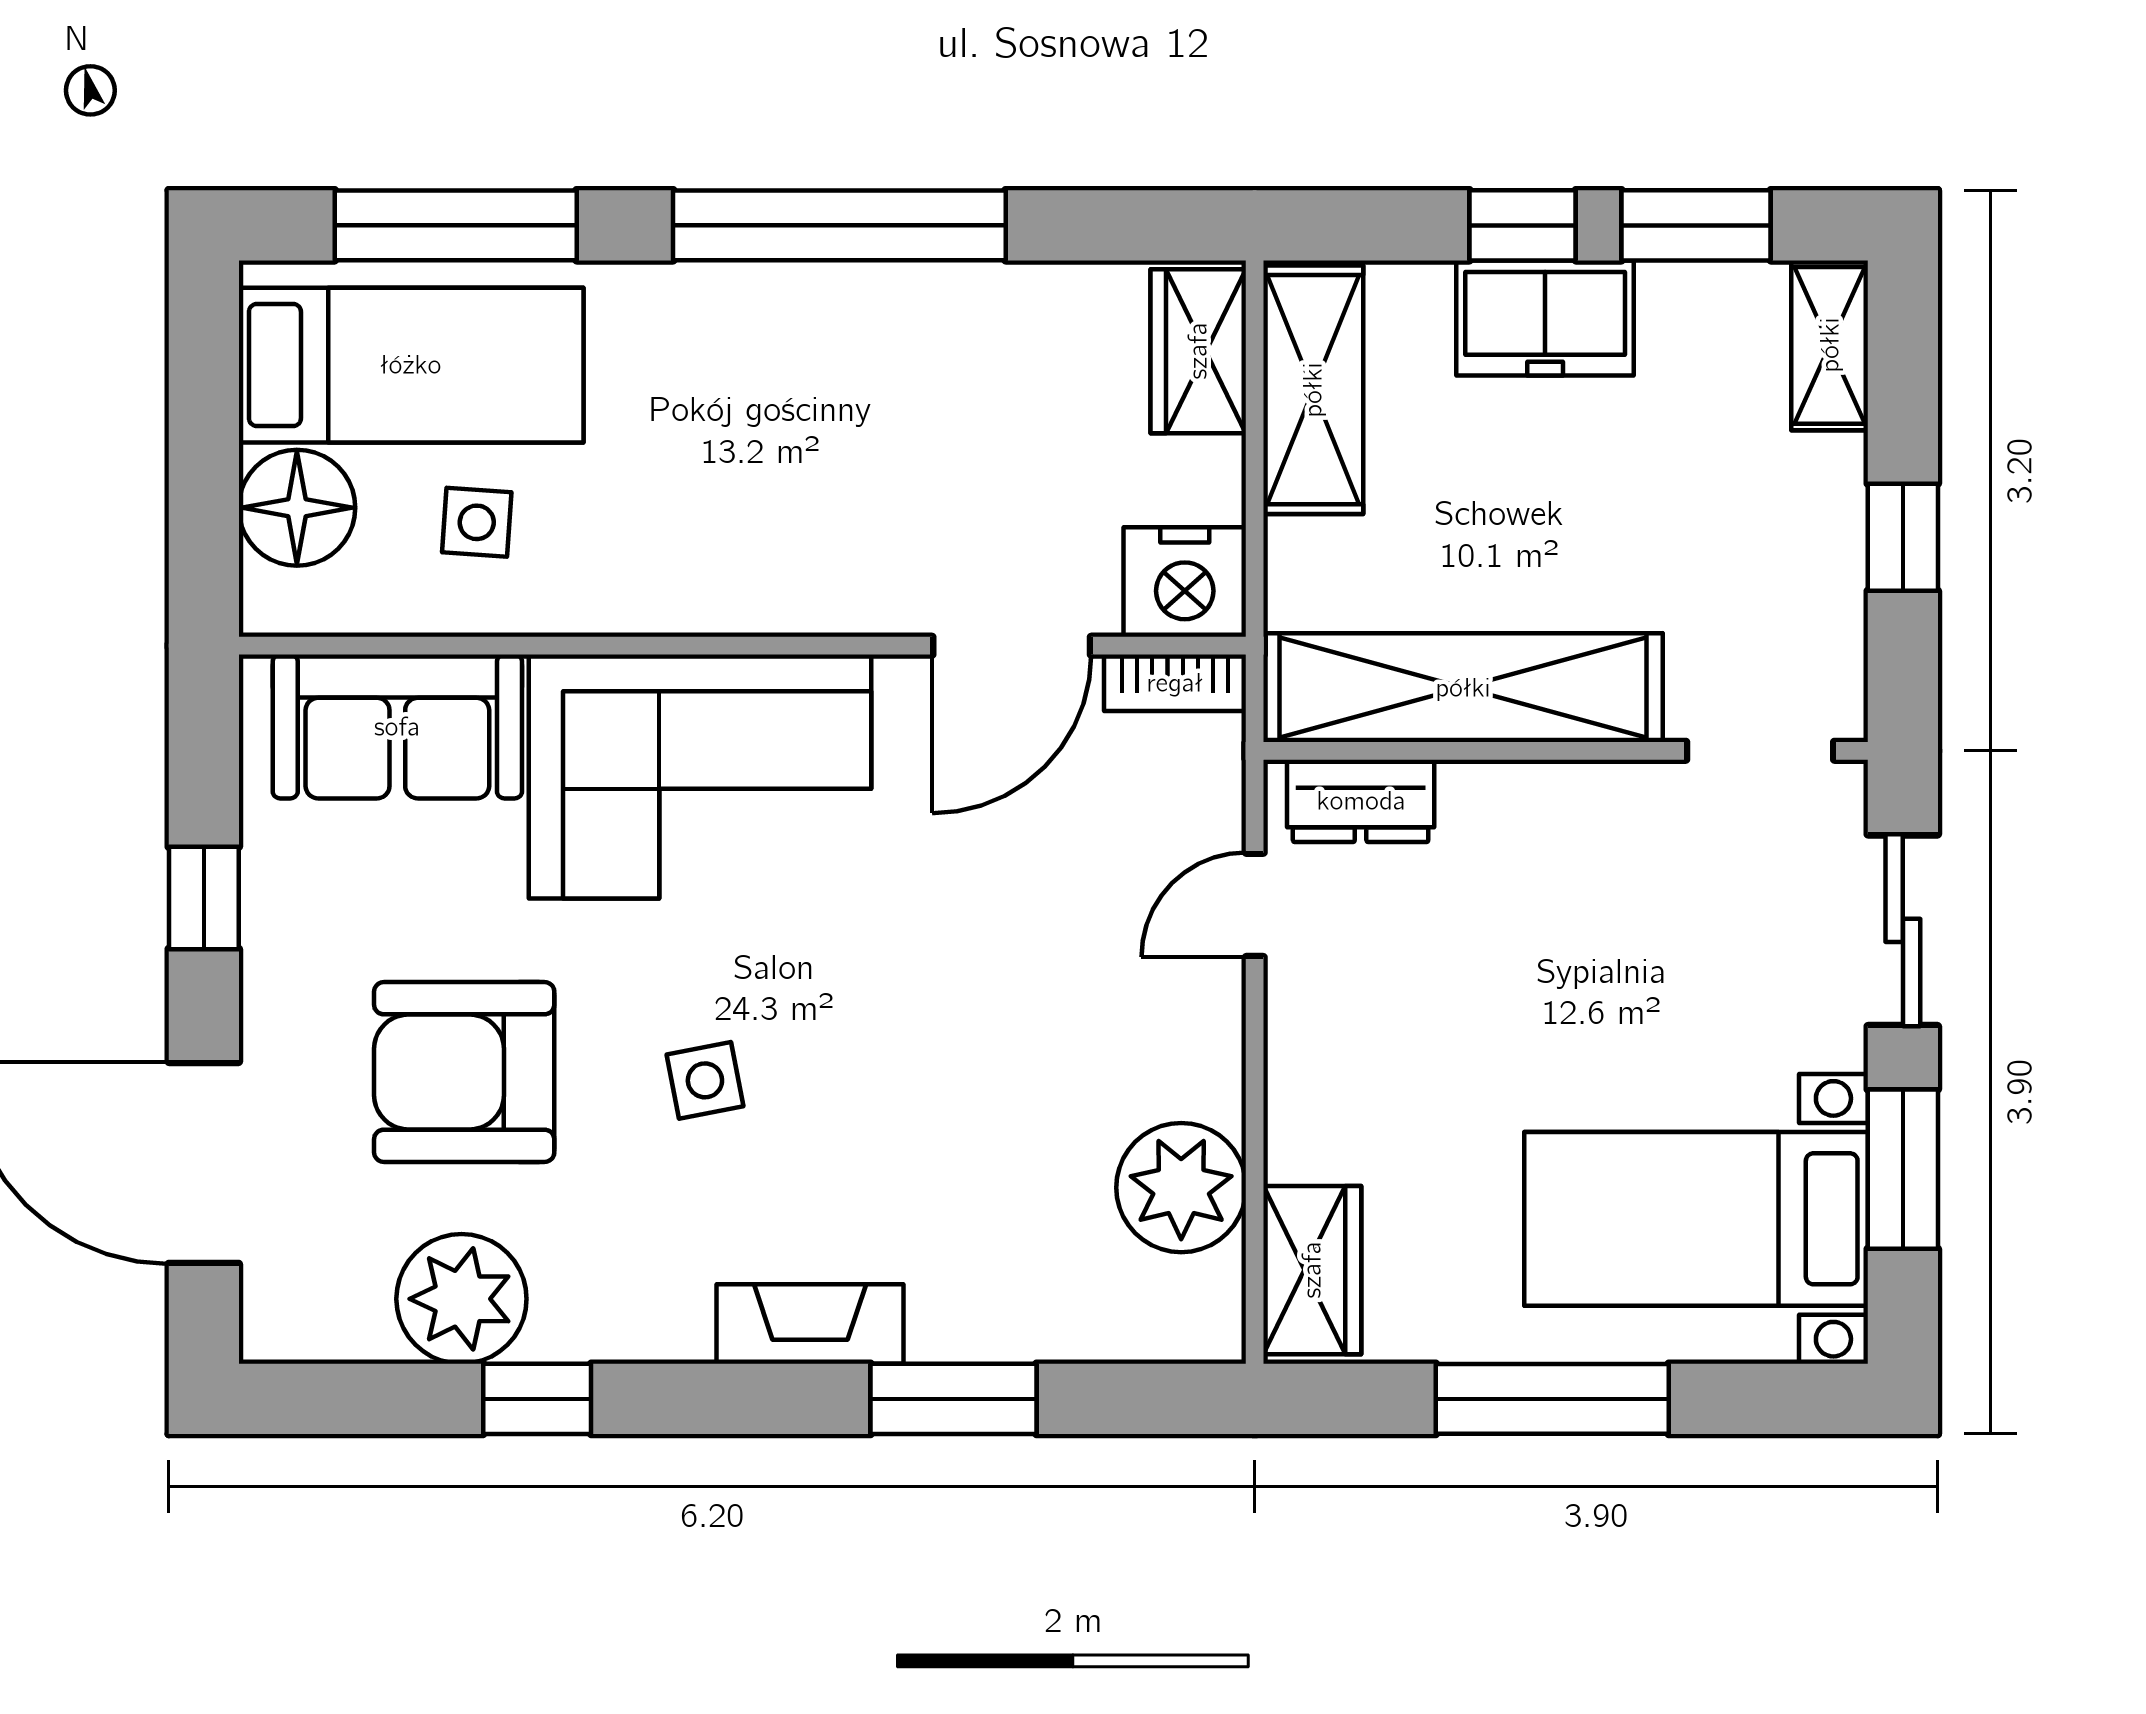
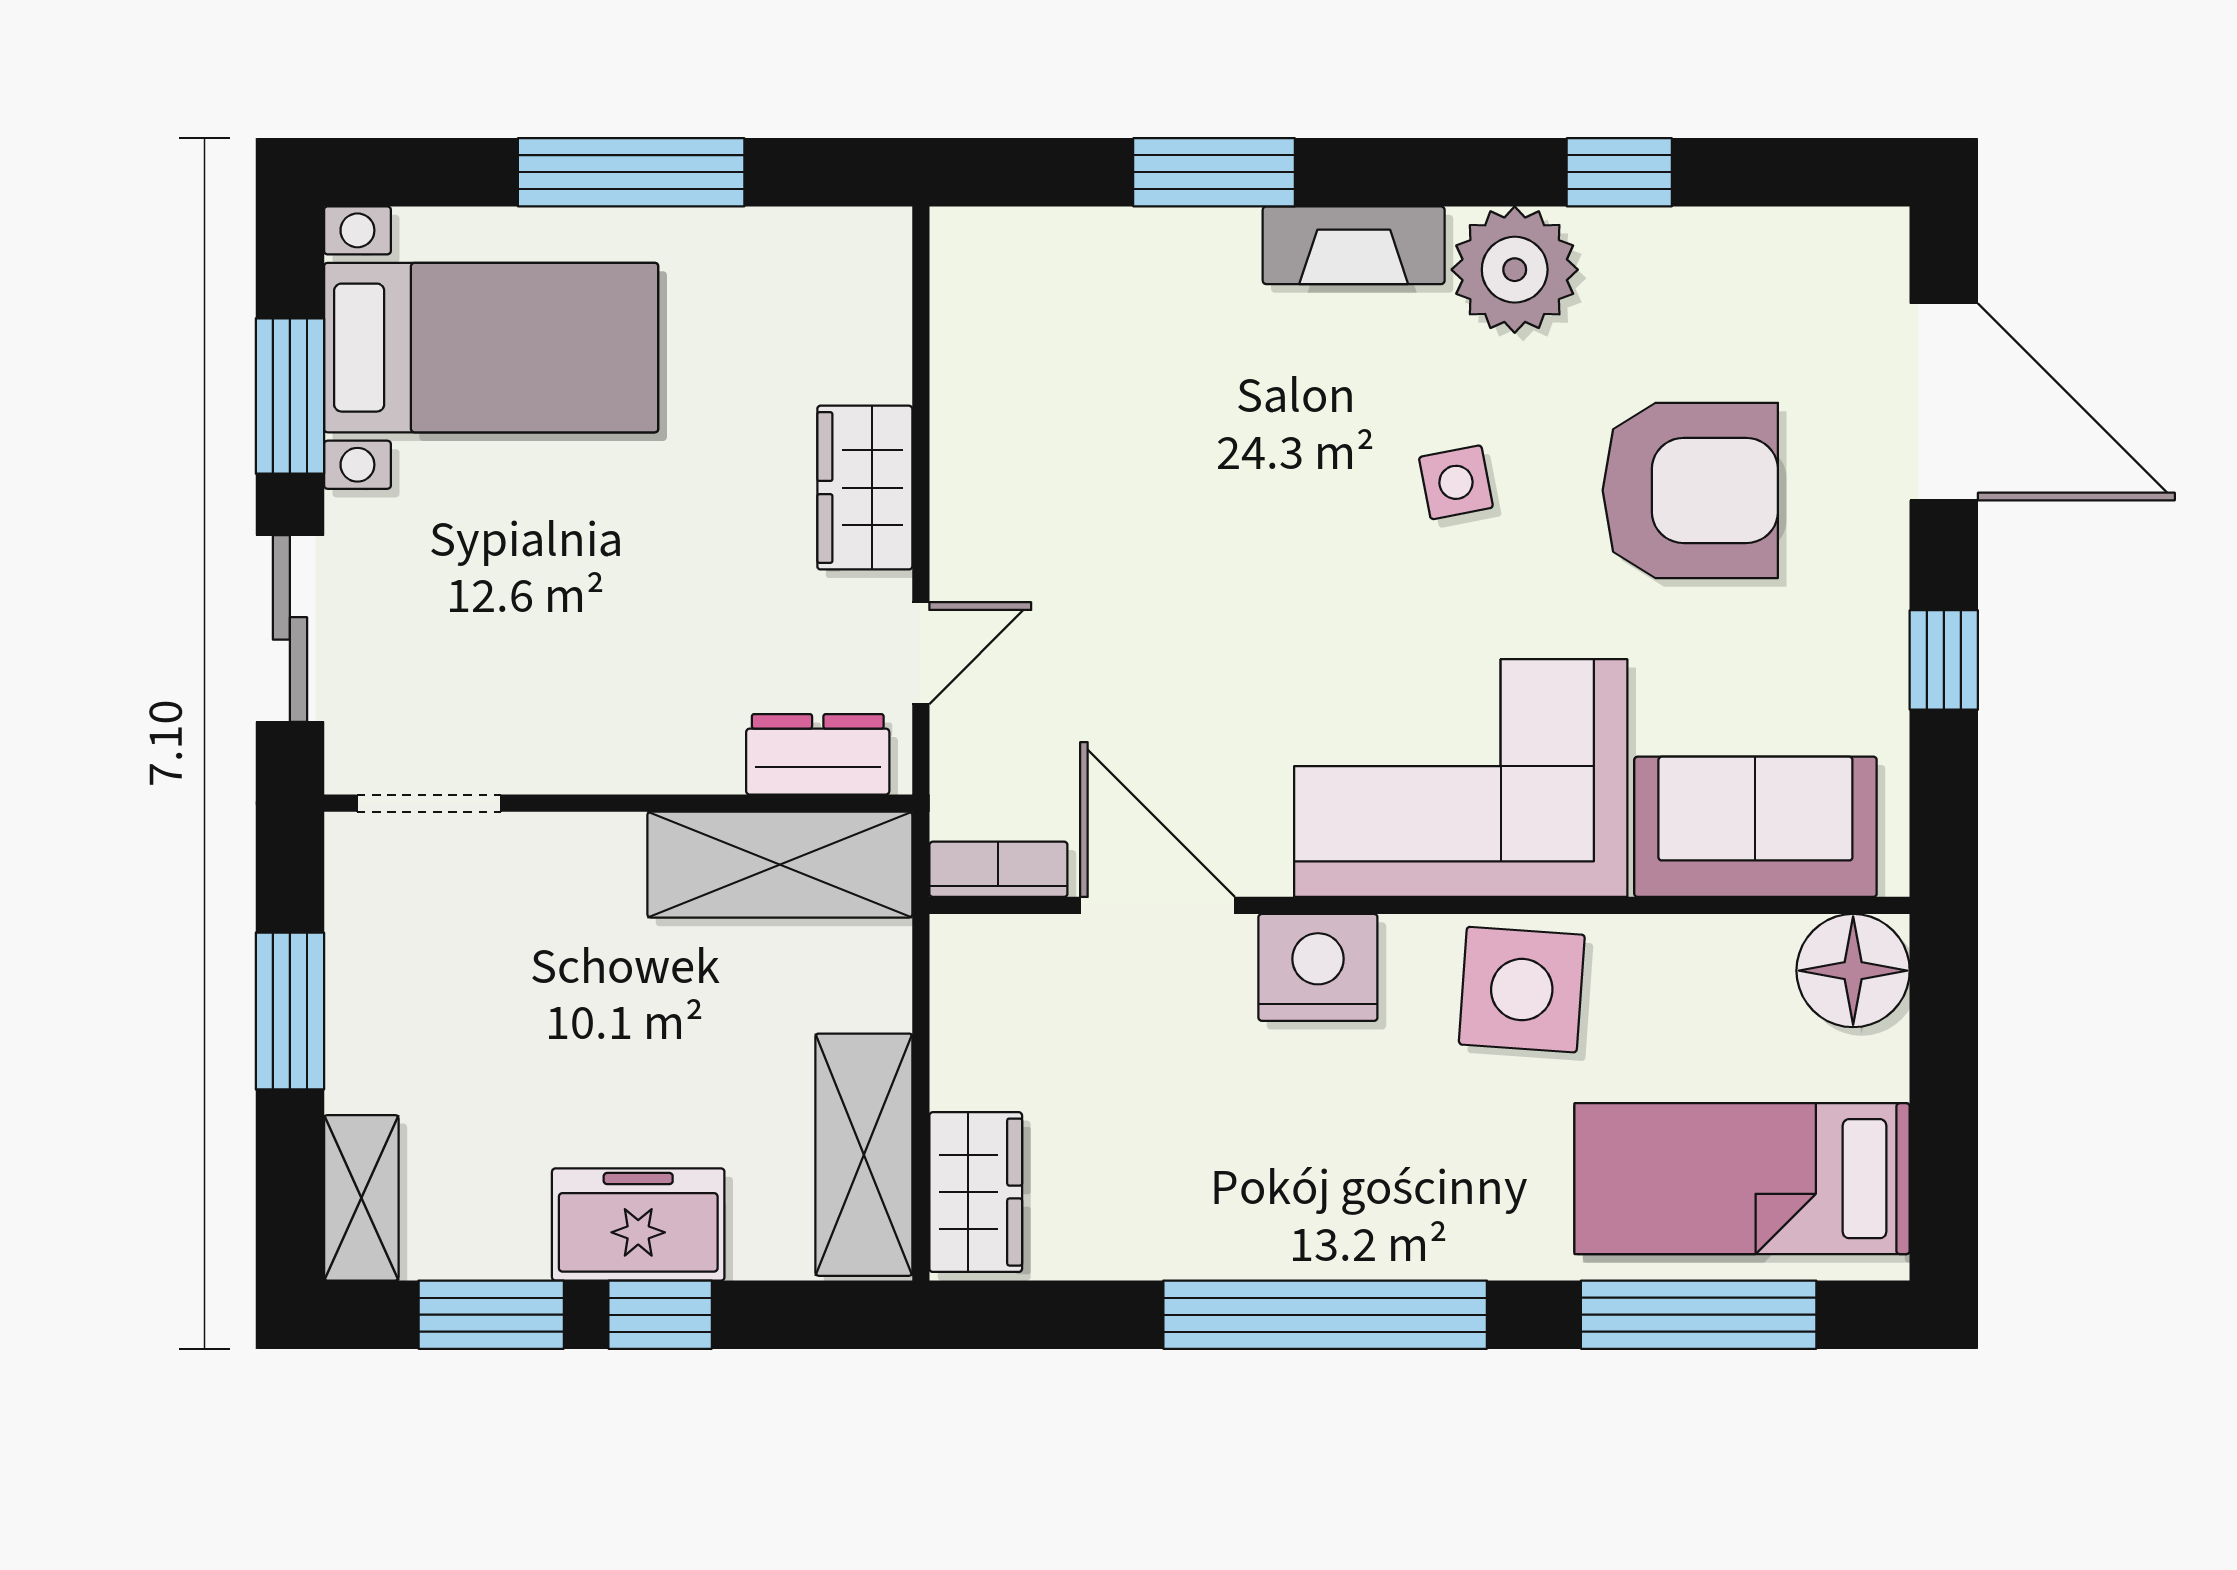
floor lamp: (297, 508) -> (1853, 971), moved
side table: (477, 522) -> (1522, 990), moved, width x1.87, depth x1.87
window: (1903, 537) -> (290, 1011), width x1.50
nightstand: (1185, 582) -> (1318, 967), moved
door: (1012, 646) -> (1157, 905), hinge flipped
shelving: (1463, 688) -> (780, 865), width x0.68
plant: (1181, 1188) -> (992, 378), removed
wardrobe: (1312, 1270) -> (865, 488), moved
plant: (461, 1299) -> (1515, 270), moved

